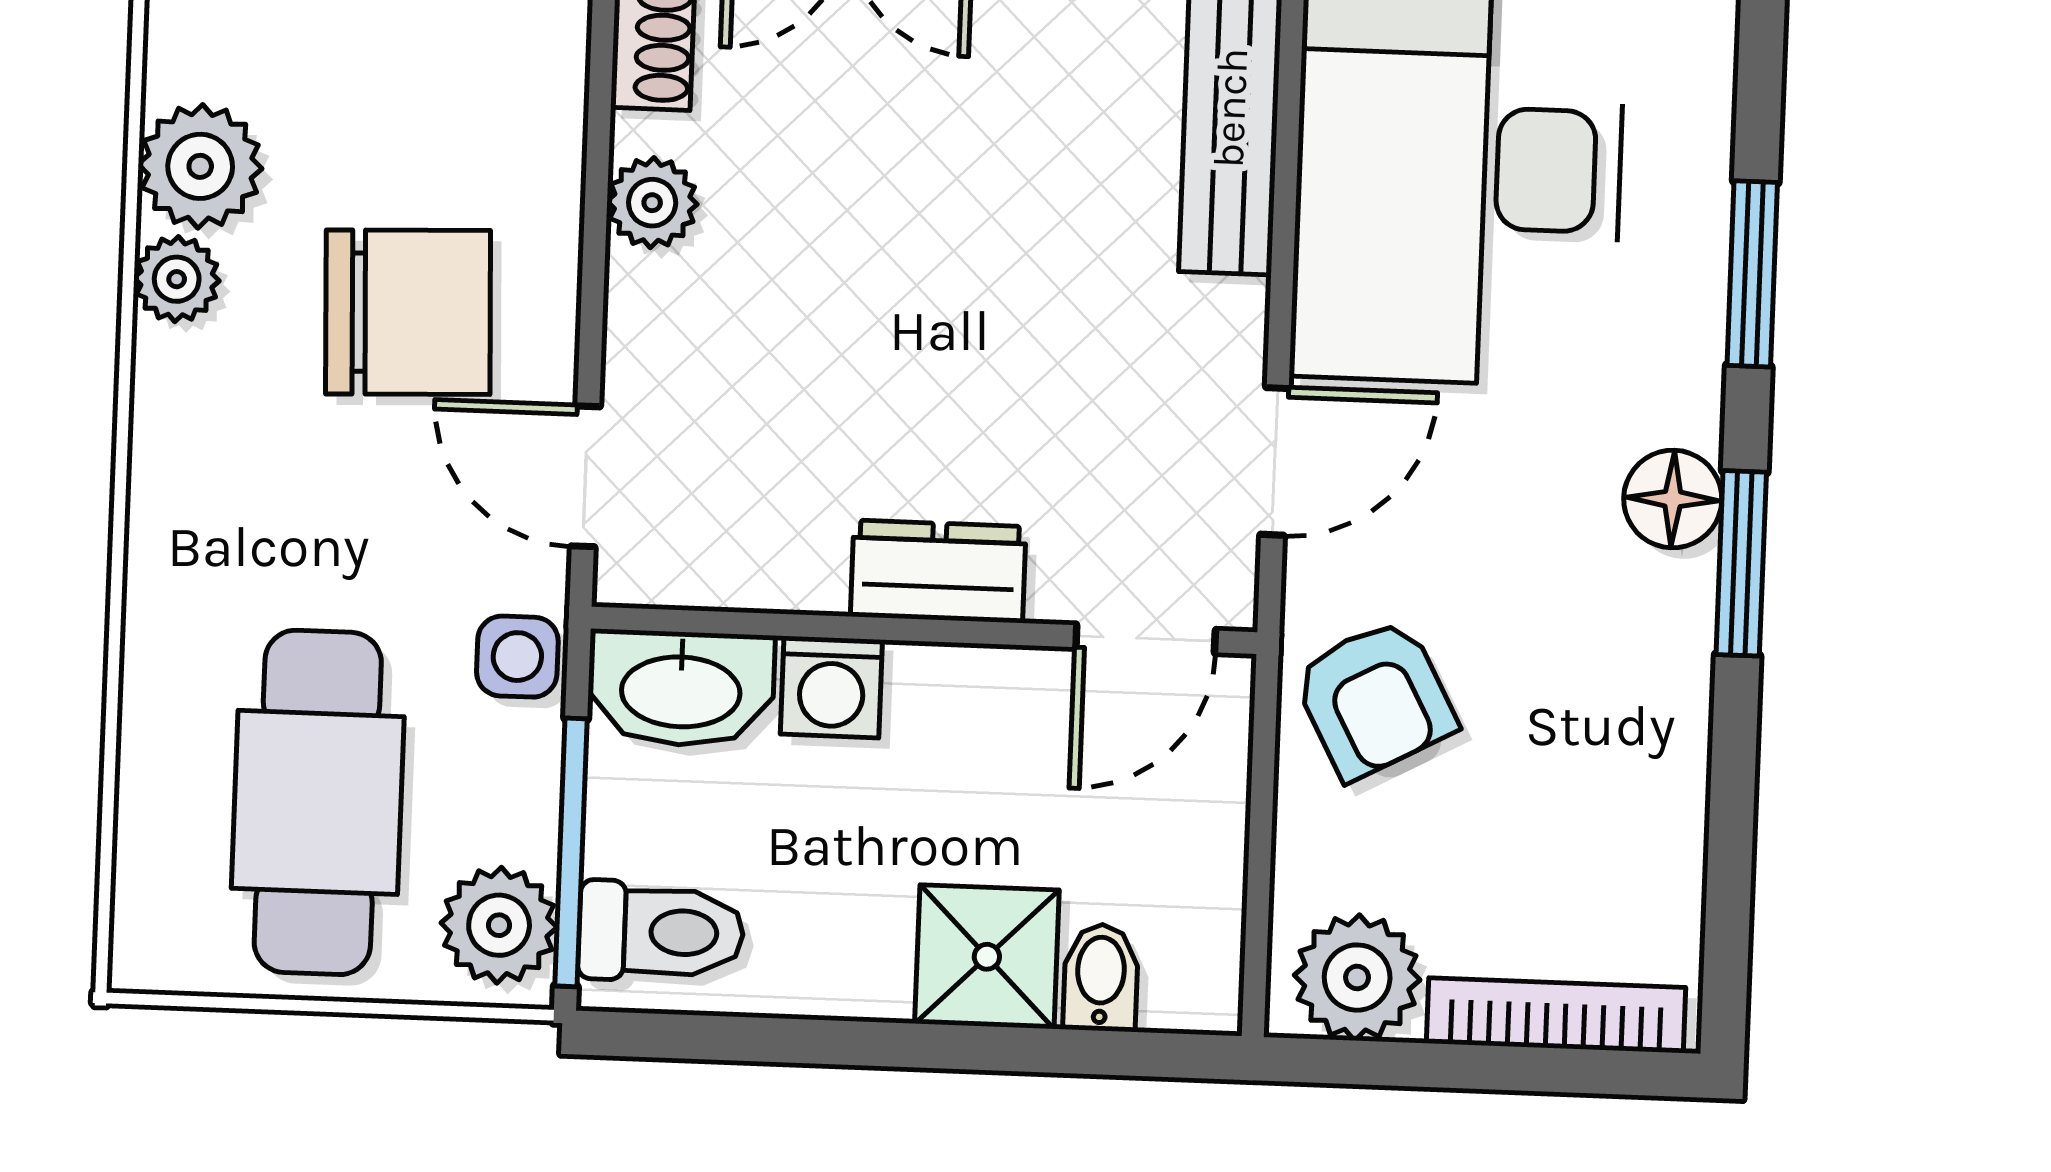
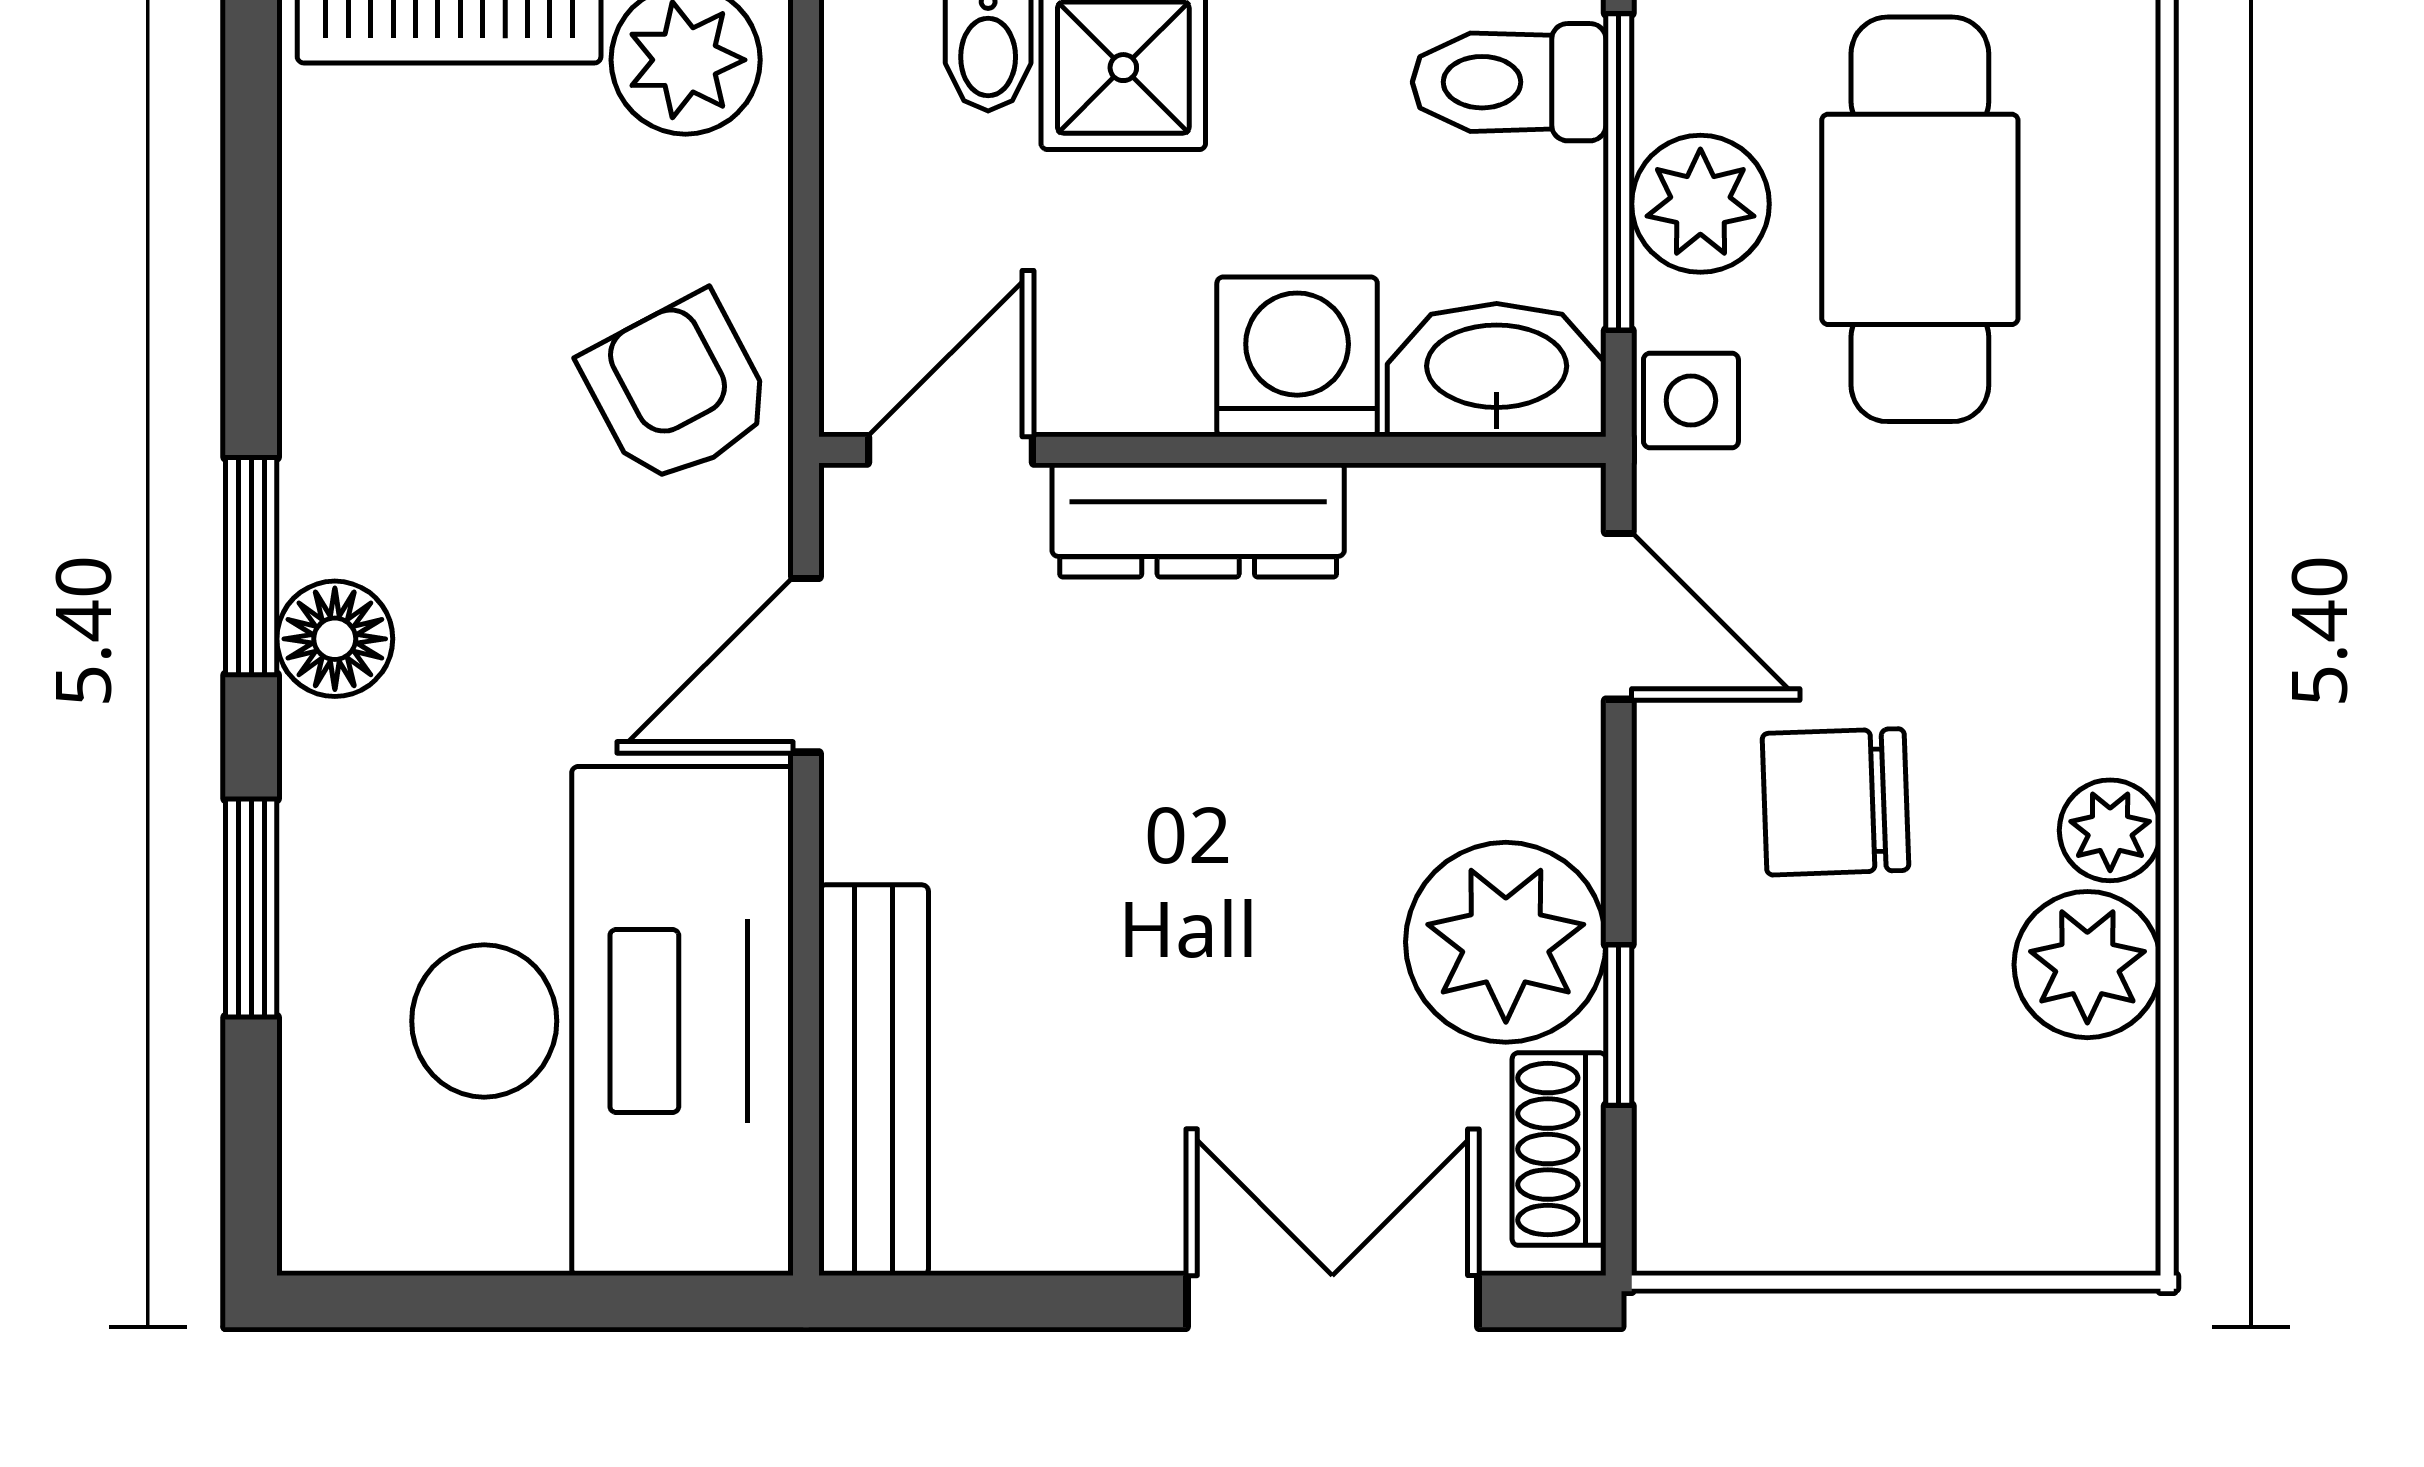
window: (599, 130) -> (1619, 1025), added
plant: (652, 203) -> (1506, 942), width x1.87, depth x1.87
chair: (408, 312) -> (1835, 802), width x0.73, depth x0.73
dresser: (938, 572) -> (1198, 520), width x1.44
washing machine: (831, 687) -> (1297, 357), width x1.38, depth x1.38
plant: (499, 925) -> (1700, 204), moved

